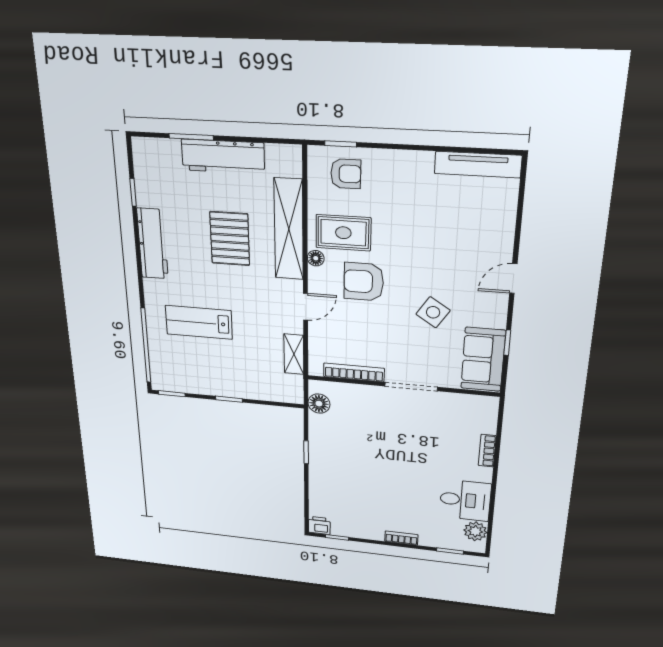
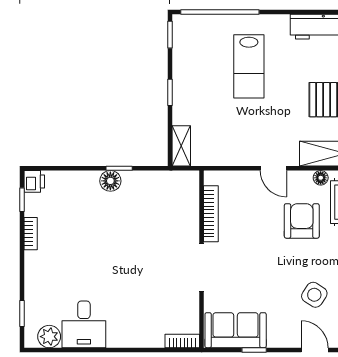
side table: (433, 312) -> (314, 295), moved
lab bench: (199, 322) -> (249, 66), turned 180
shelving: (294, 354) -> (181, 146), moved, turned 90
floor lamp: (319, 404) -> (110, 181), moved
bookcase: (487, 451) -> (182, 341), moved
bookcase: (401, 538) -> (31, 234), moved

